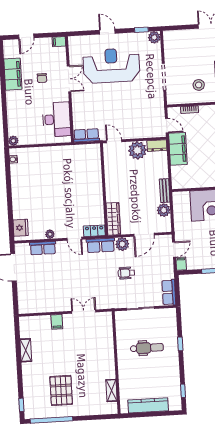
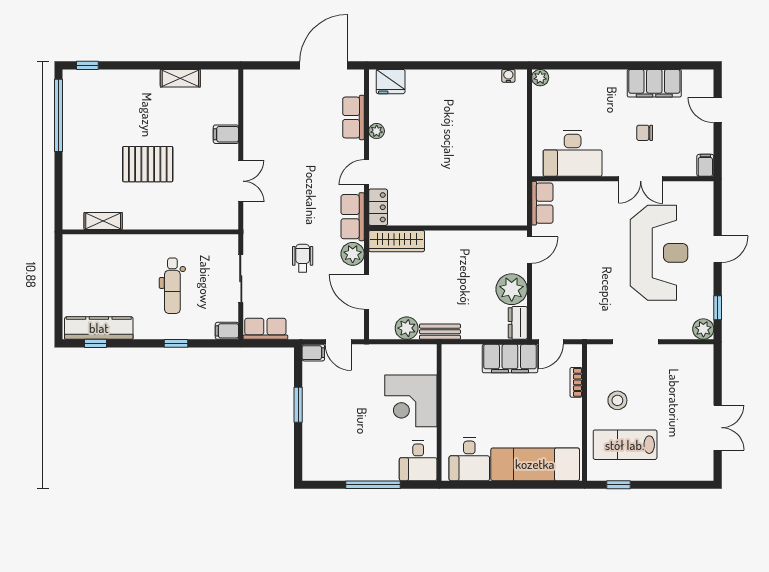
filing cabinet: (171, 315) -> (227, 331), added
pallet: (61, 390) -> (148, 164), moved
kitchen counter: (148, 405) -> (99, 328), moved, turned -90

